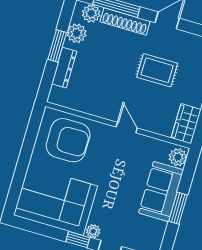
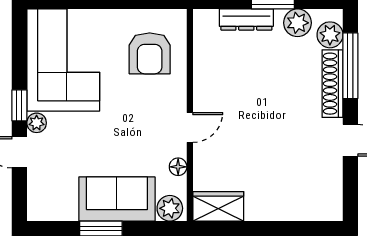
rug: (157, 70) -> (279, 146), removed
armchair: (68, 140) -> (150, 53), width x0.73, depth x0.73
floor lamp: (151, 143) -> (178, 167), added

